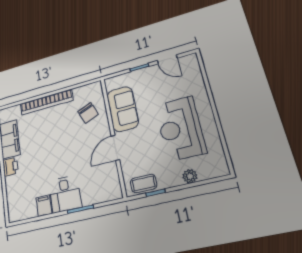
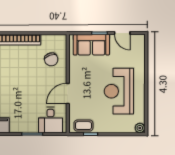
sofa: (123, 109) -> (91, 45), moved, turned 90
plant: (190, 176) -> (140, 128), moved
desk: (65, 194) -> (50, 120), moved

